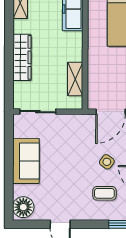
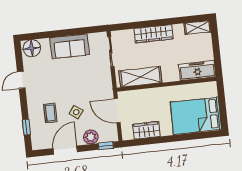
shelving: (75, 79) -> (140, 77), width x1.50, depth x1.33

